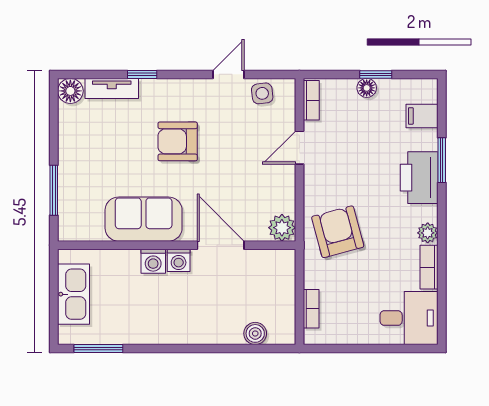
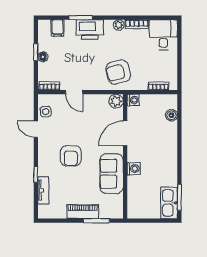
floor lamp: (70, 91) -> (44, 212), removed
piano: (71, 164) -> (83, 212), added
washing machine: (179, 260) -> (133, 100), moved
kitchen sink: (74, 294) -> (169, 203), moved, turned -90

